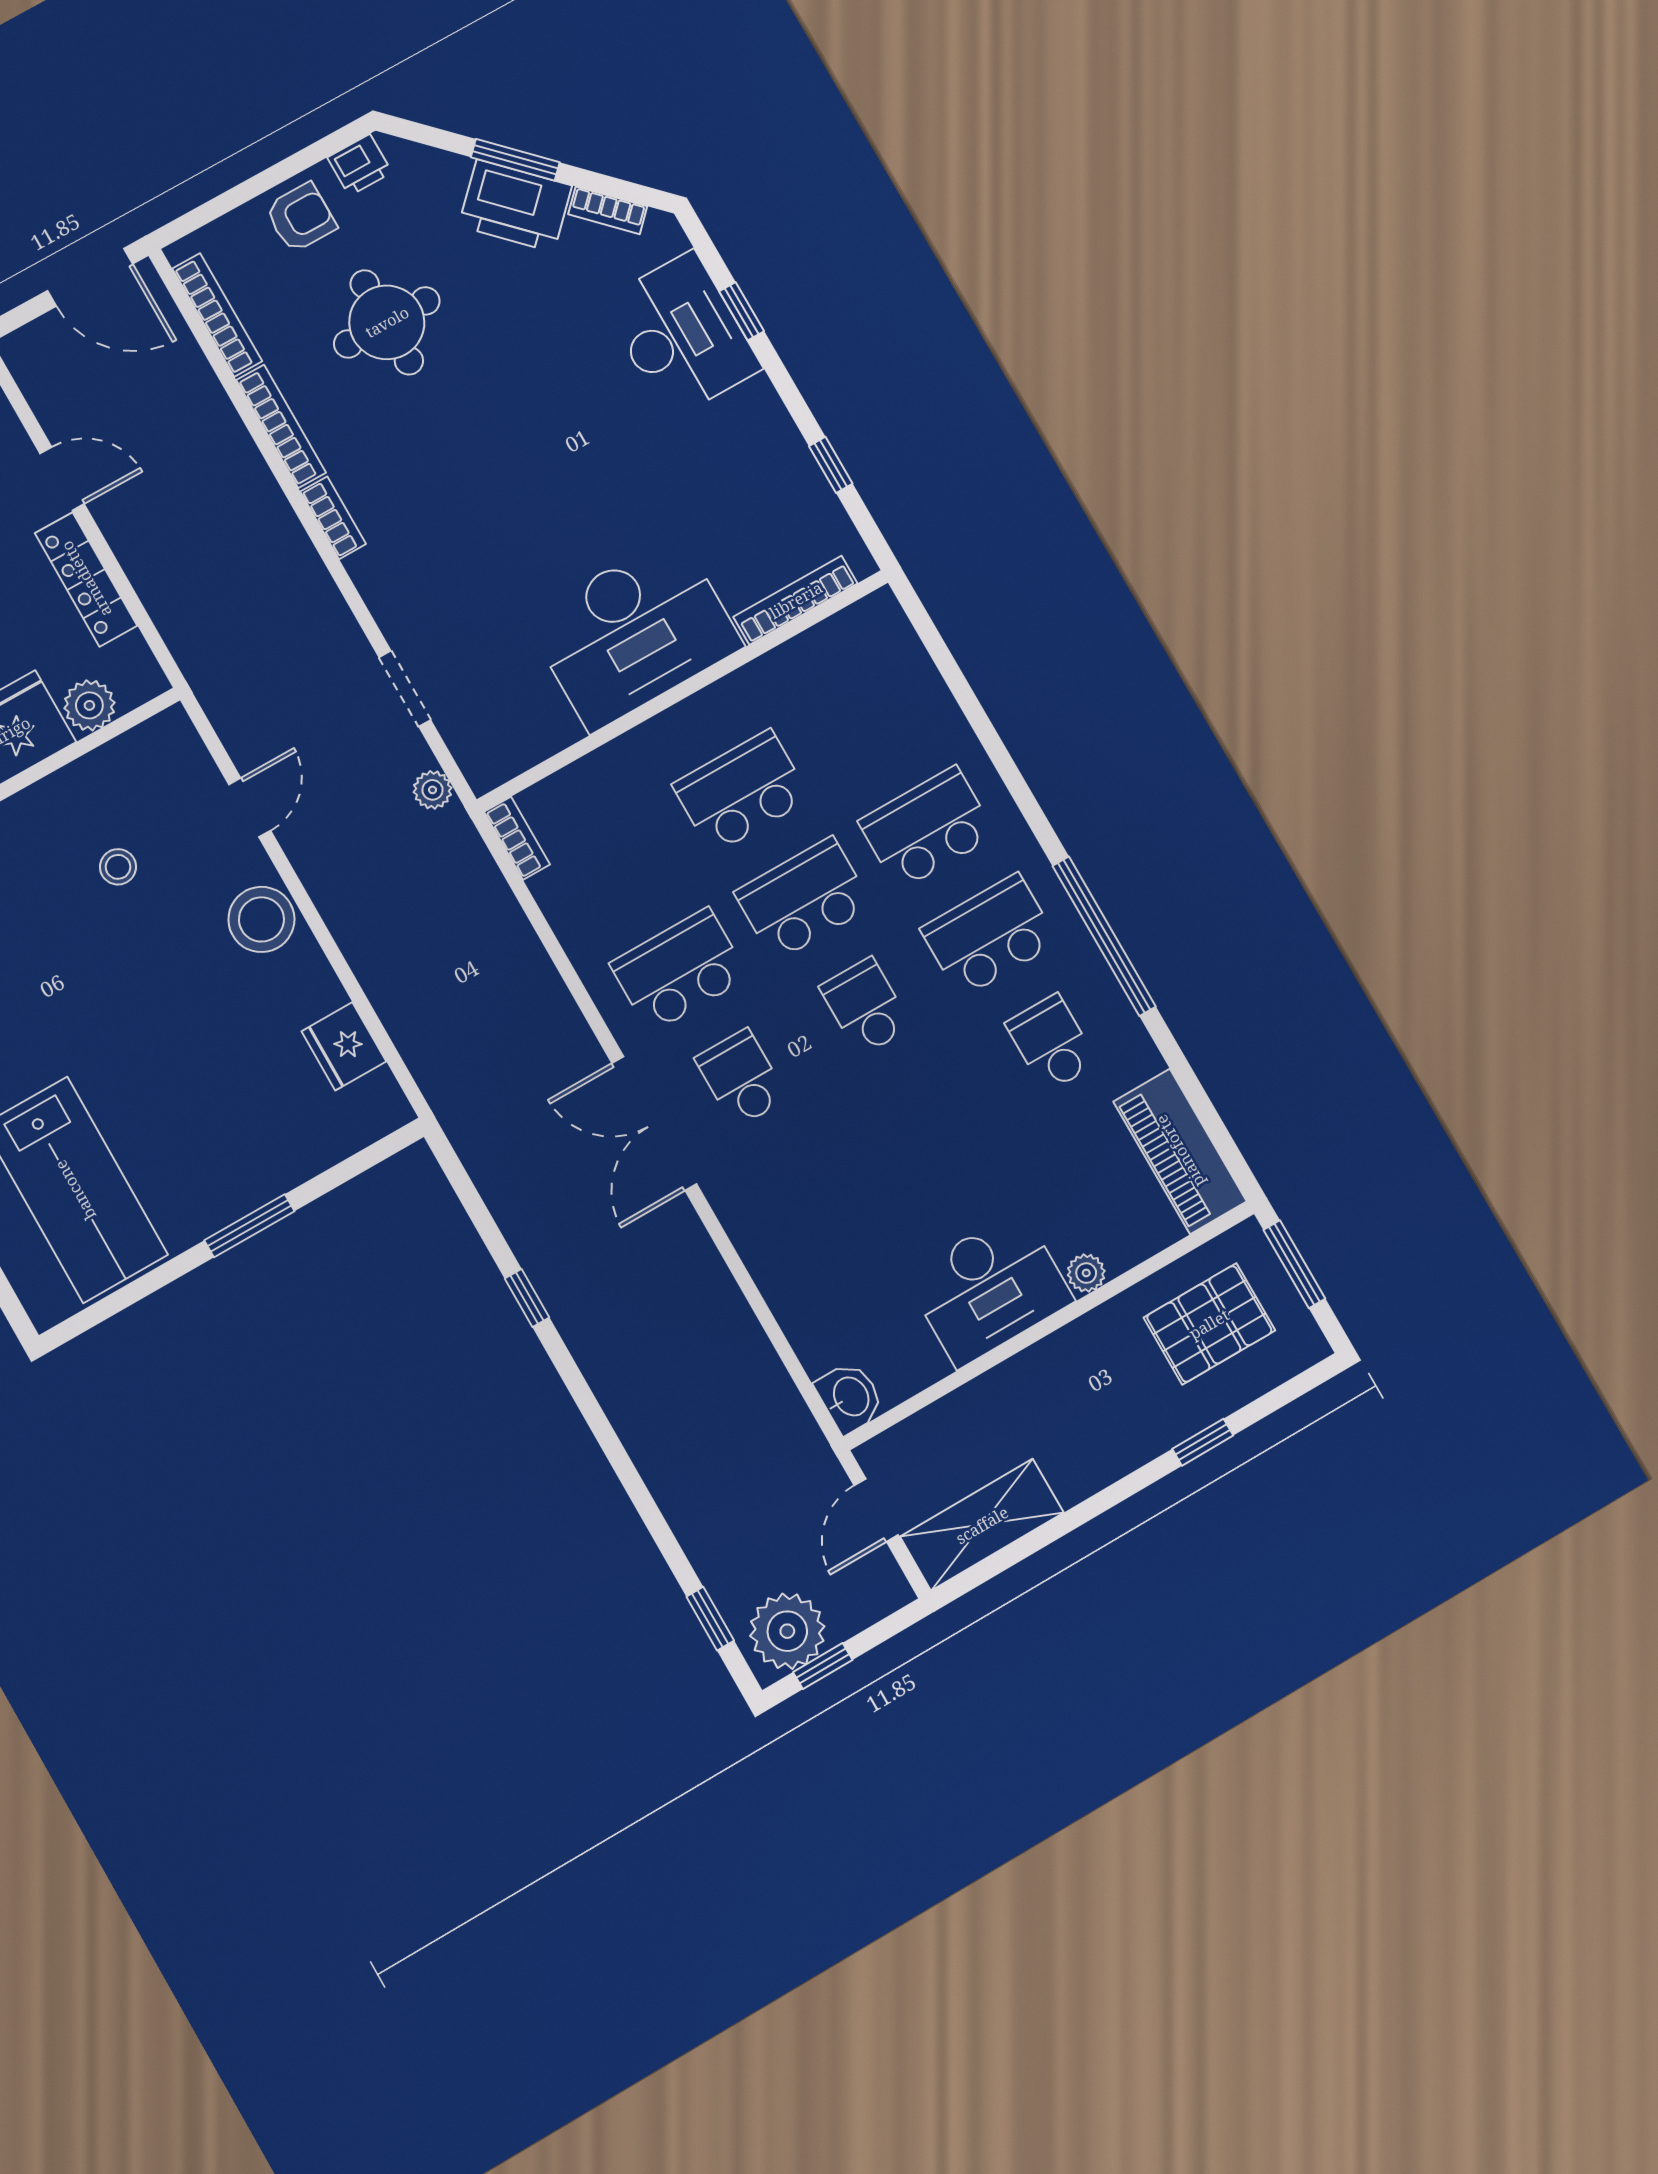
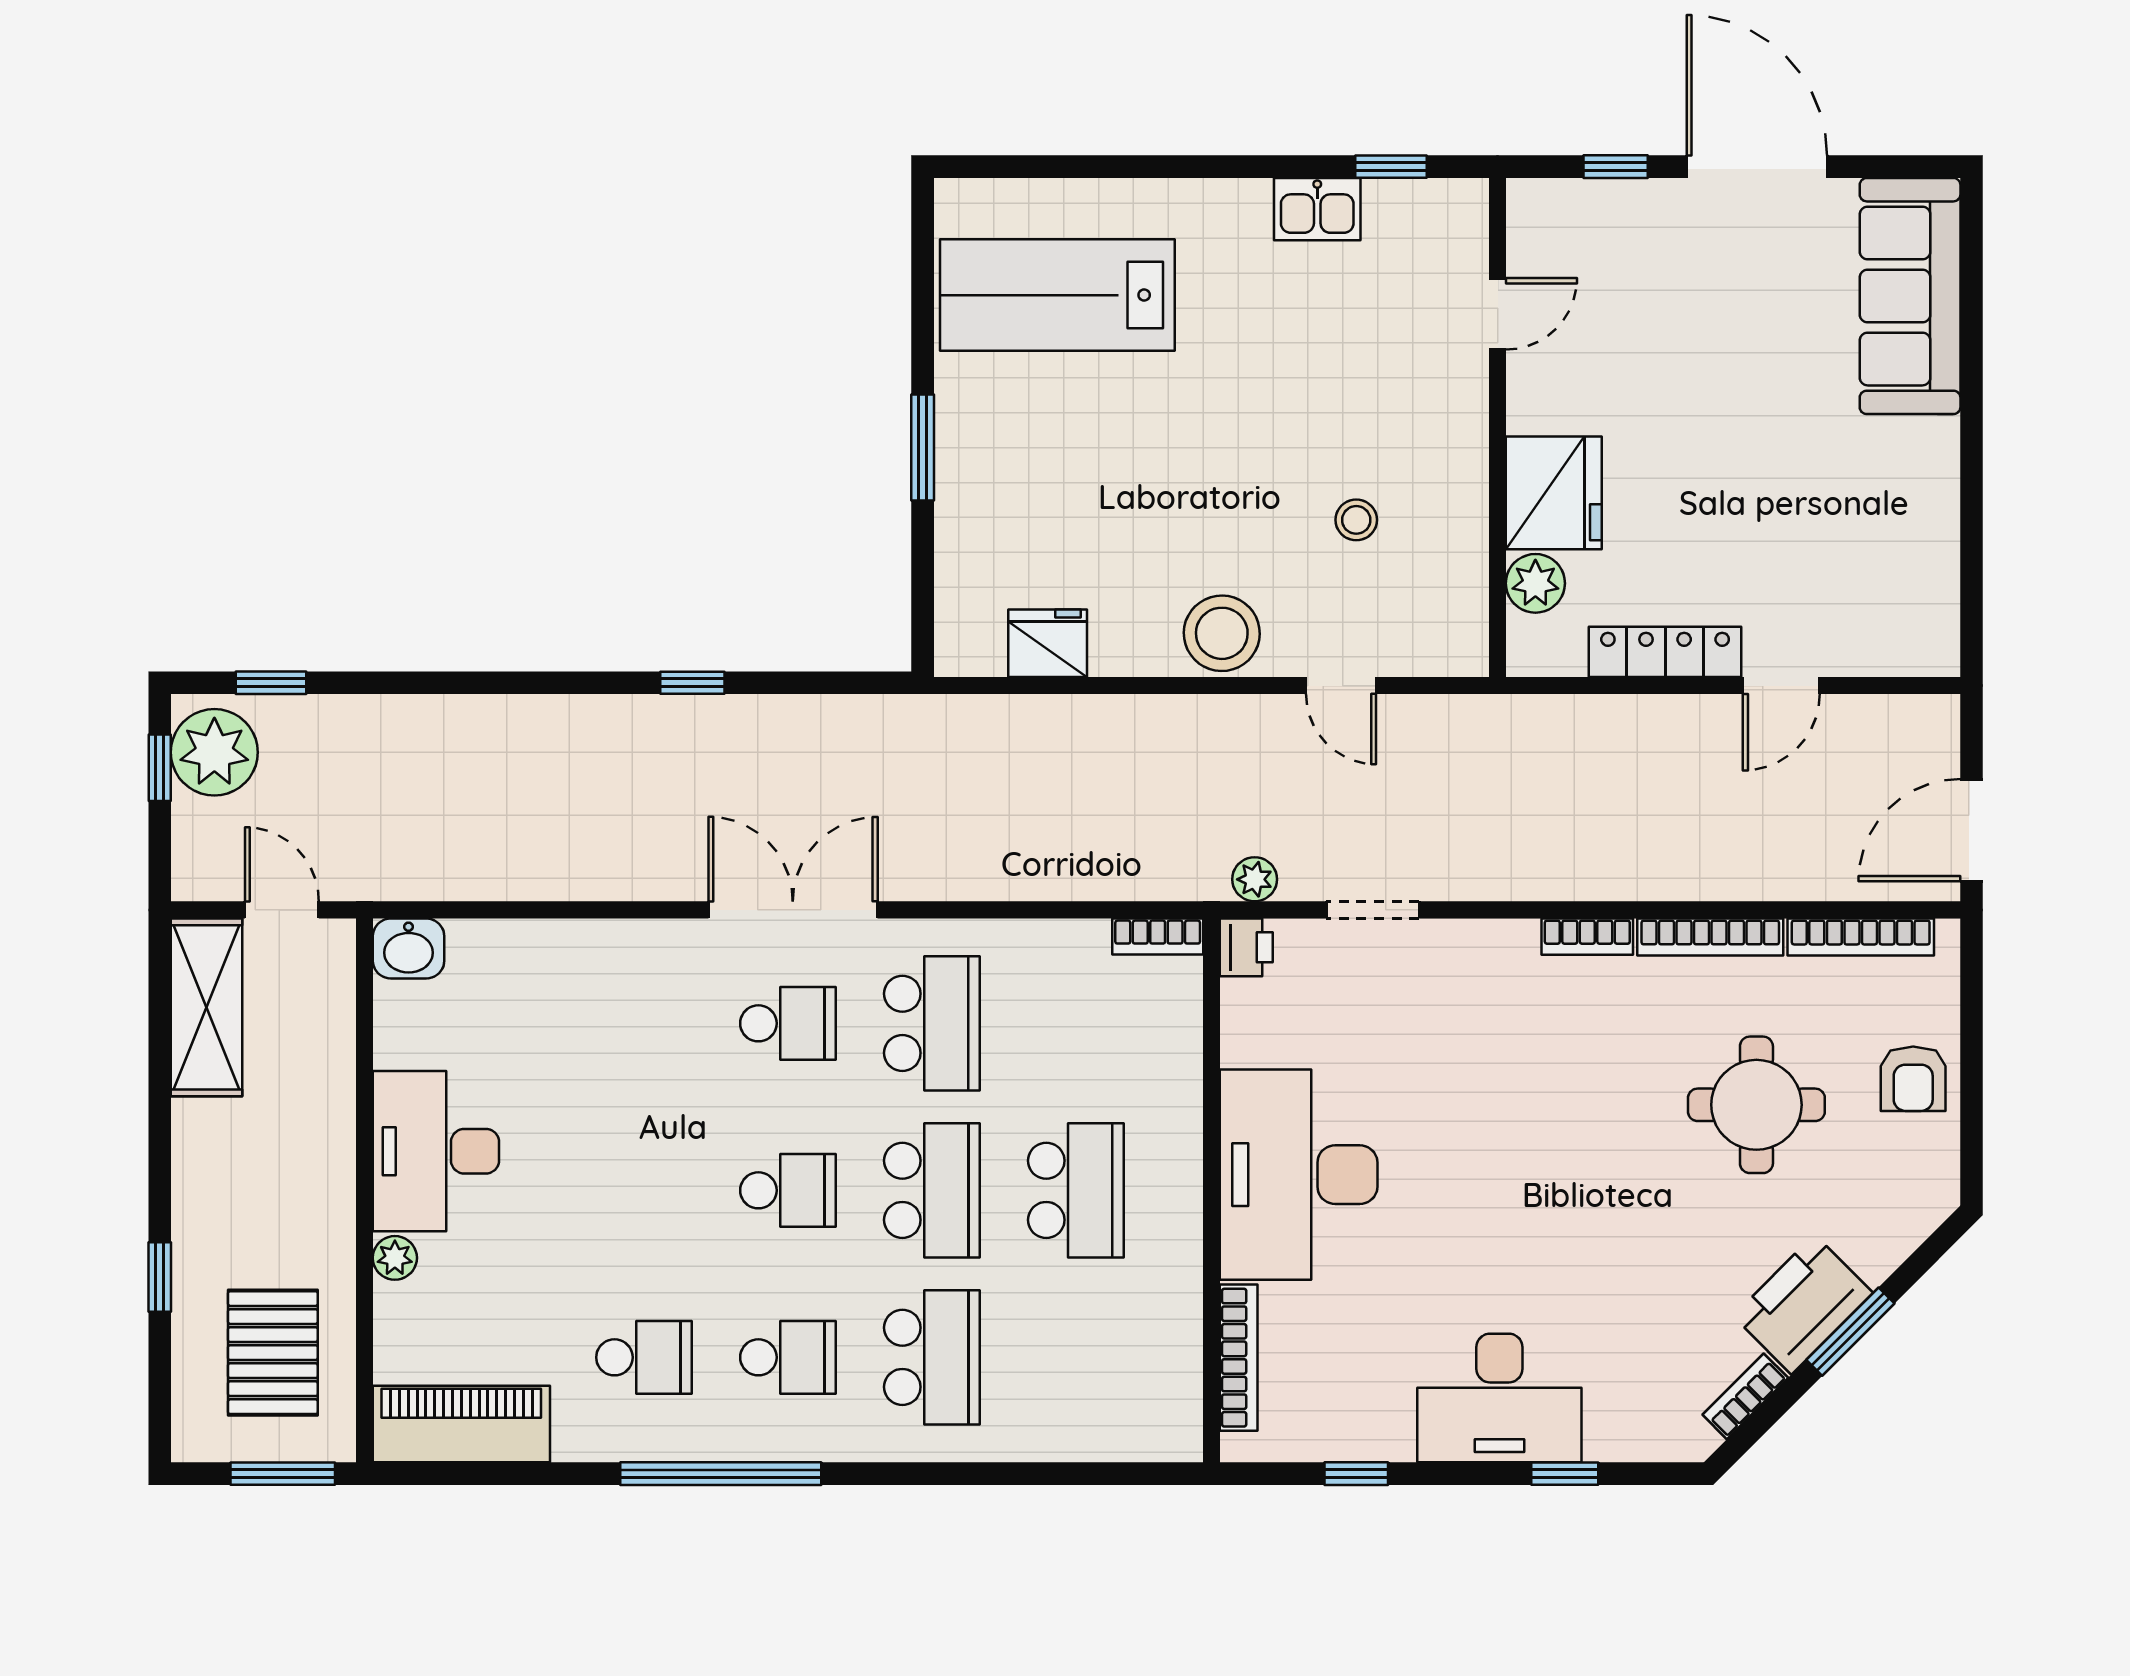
printer: (360, 165) -> (1246, 947), moved, turned 180
desk: (681, 335) -> (1499, 1398), moved
school desk: (989, 936) -> (788, 1357), width x0.54

